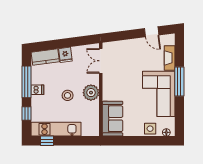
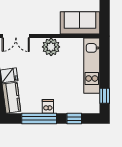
stool: (68, 95) -> (54, 73), removed
kitchen unit: (56, 129) -> (92, 66), moved

